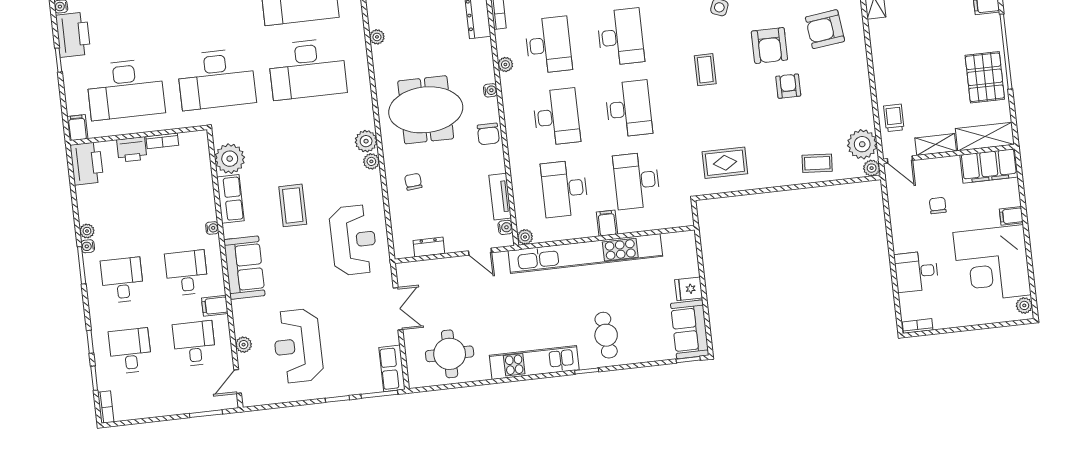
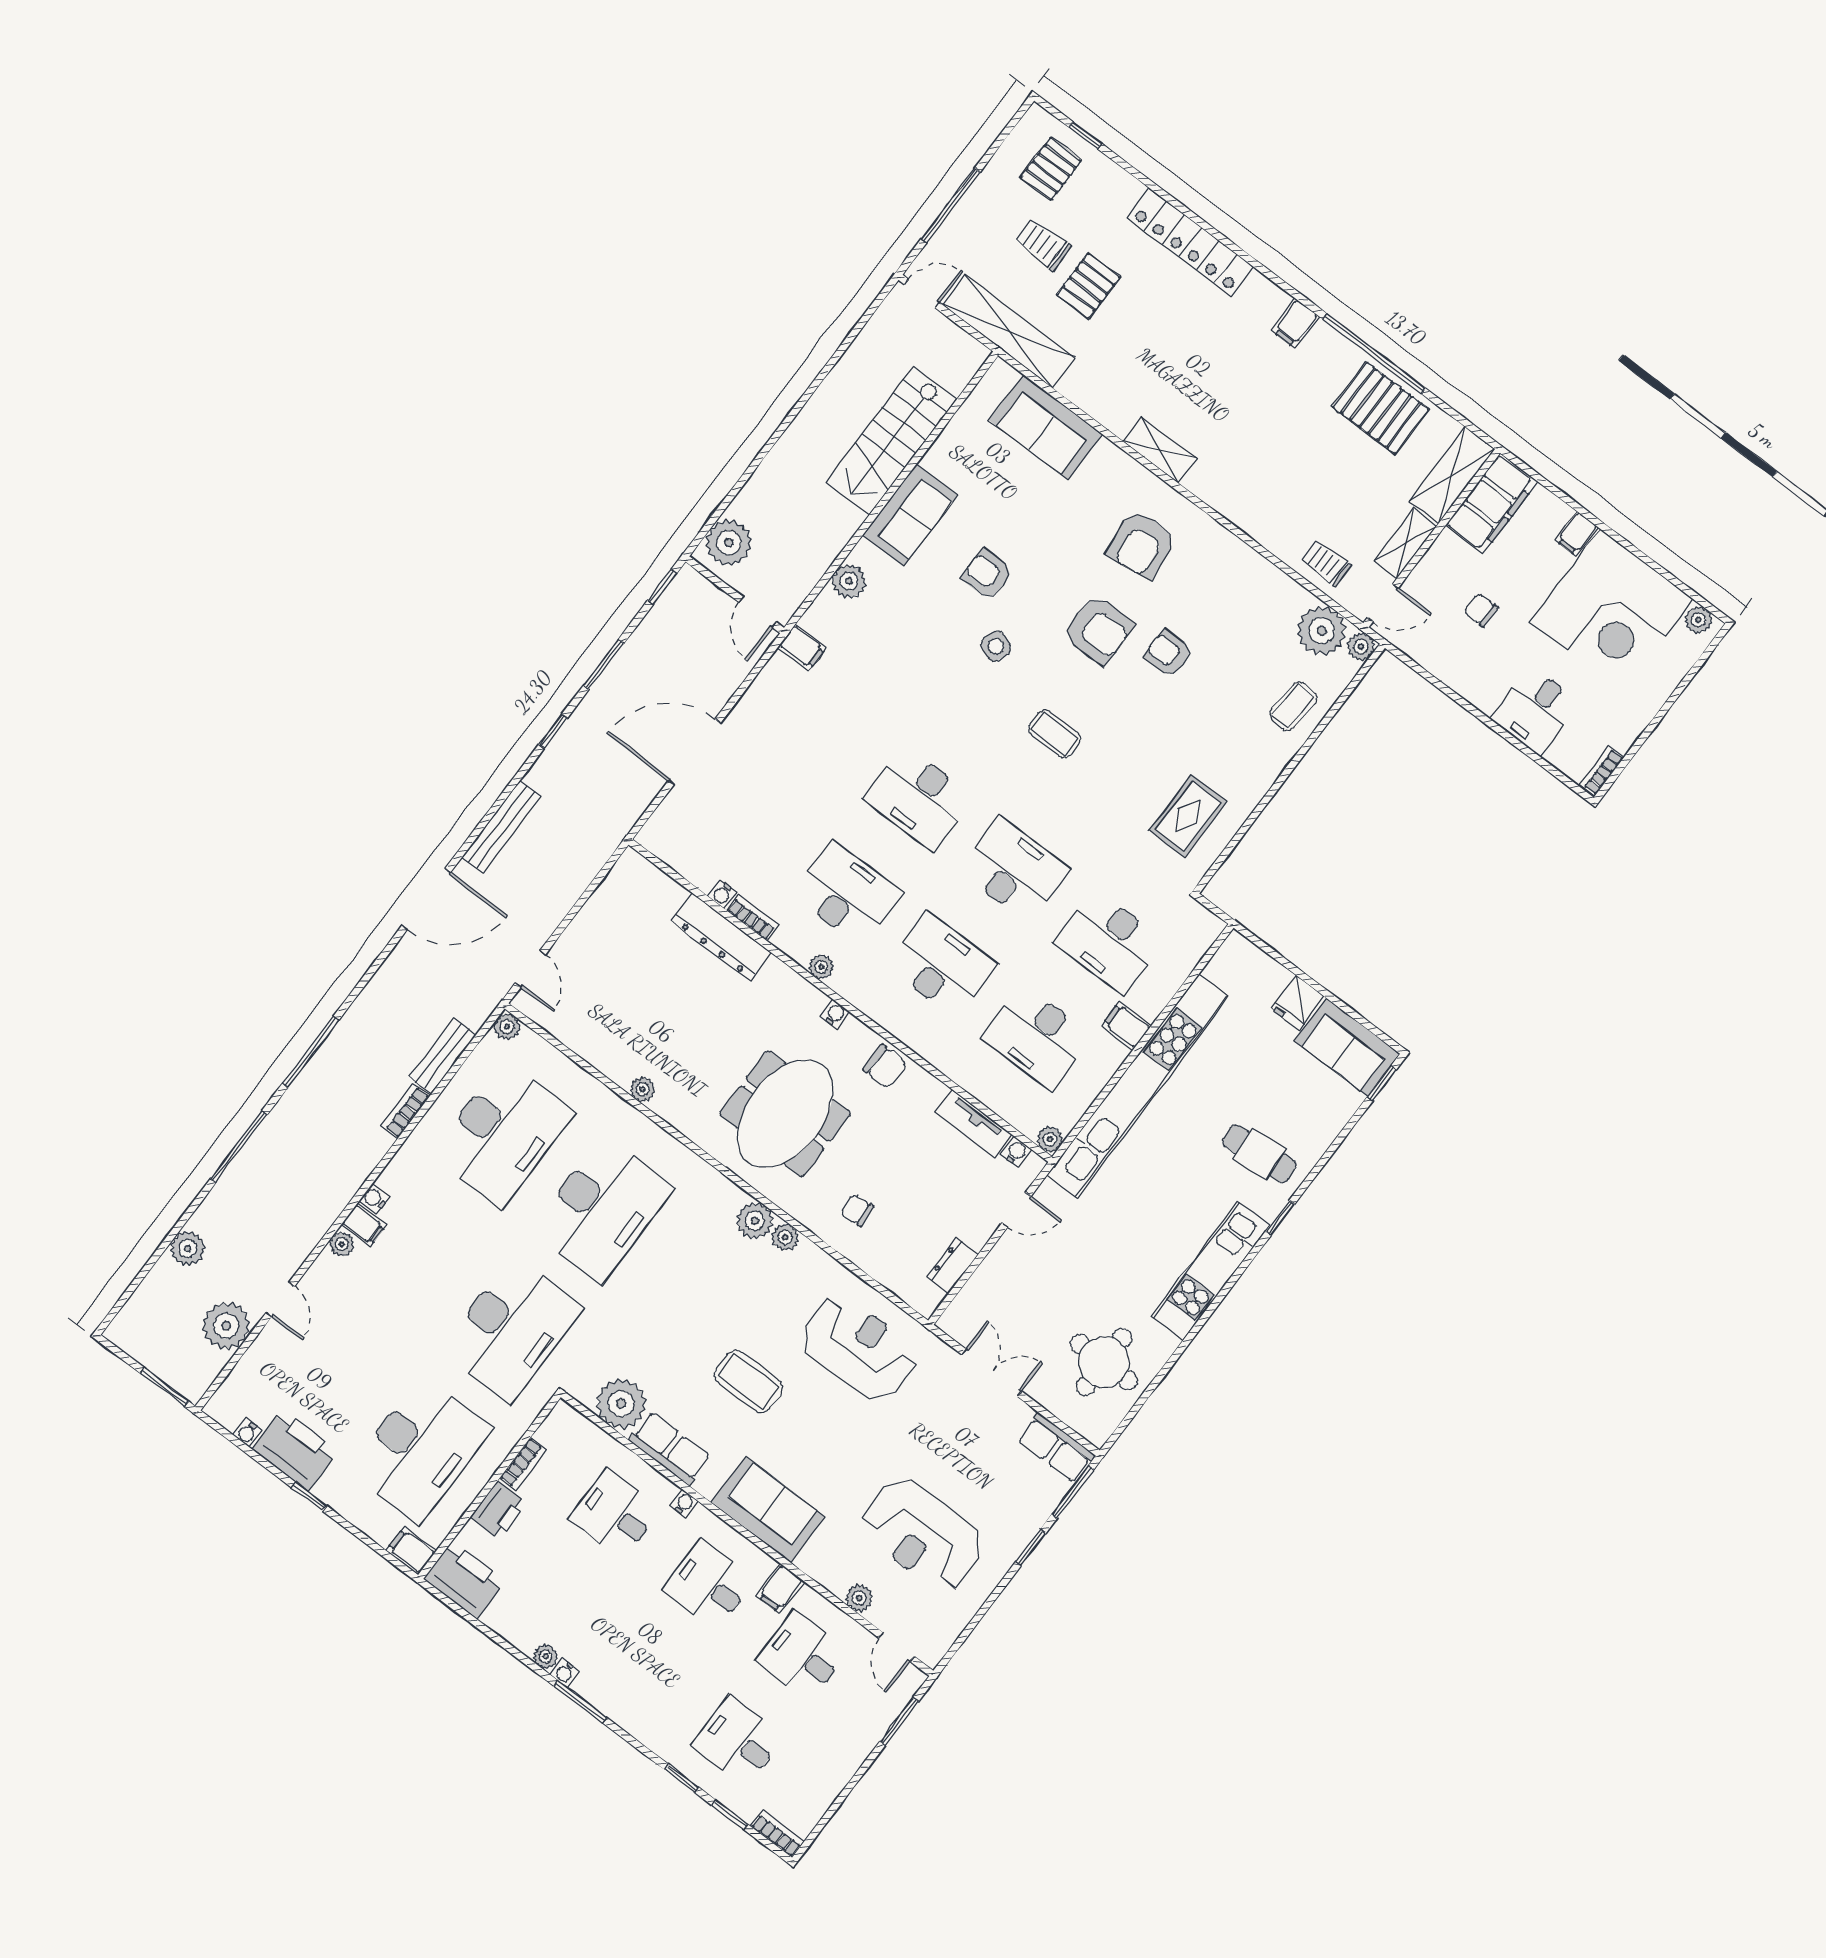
desk: (621, 37) -> (919, 798), turned 180
desk: (122, 280) -> (615, 1514), moved

